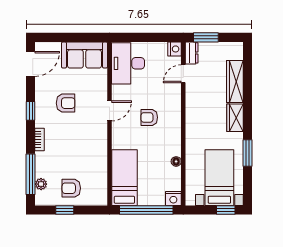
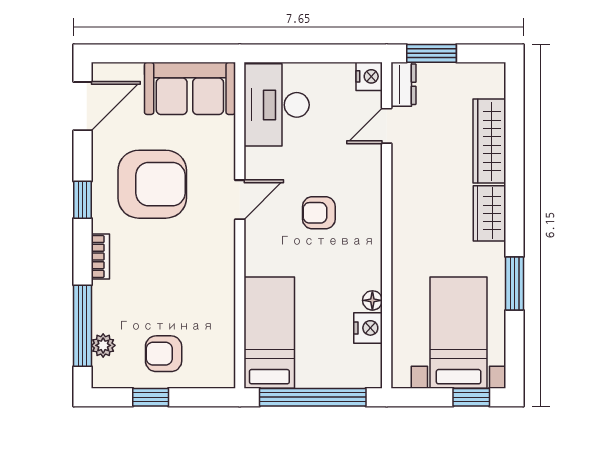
armchair: (66, 103) -> (152, 184), width x1.88, depth x1.88
nightstand: (173, 199) -> (368, 328), moved, turned -90

